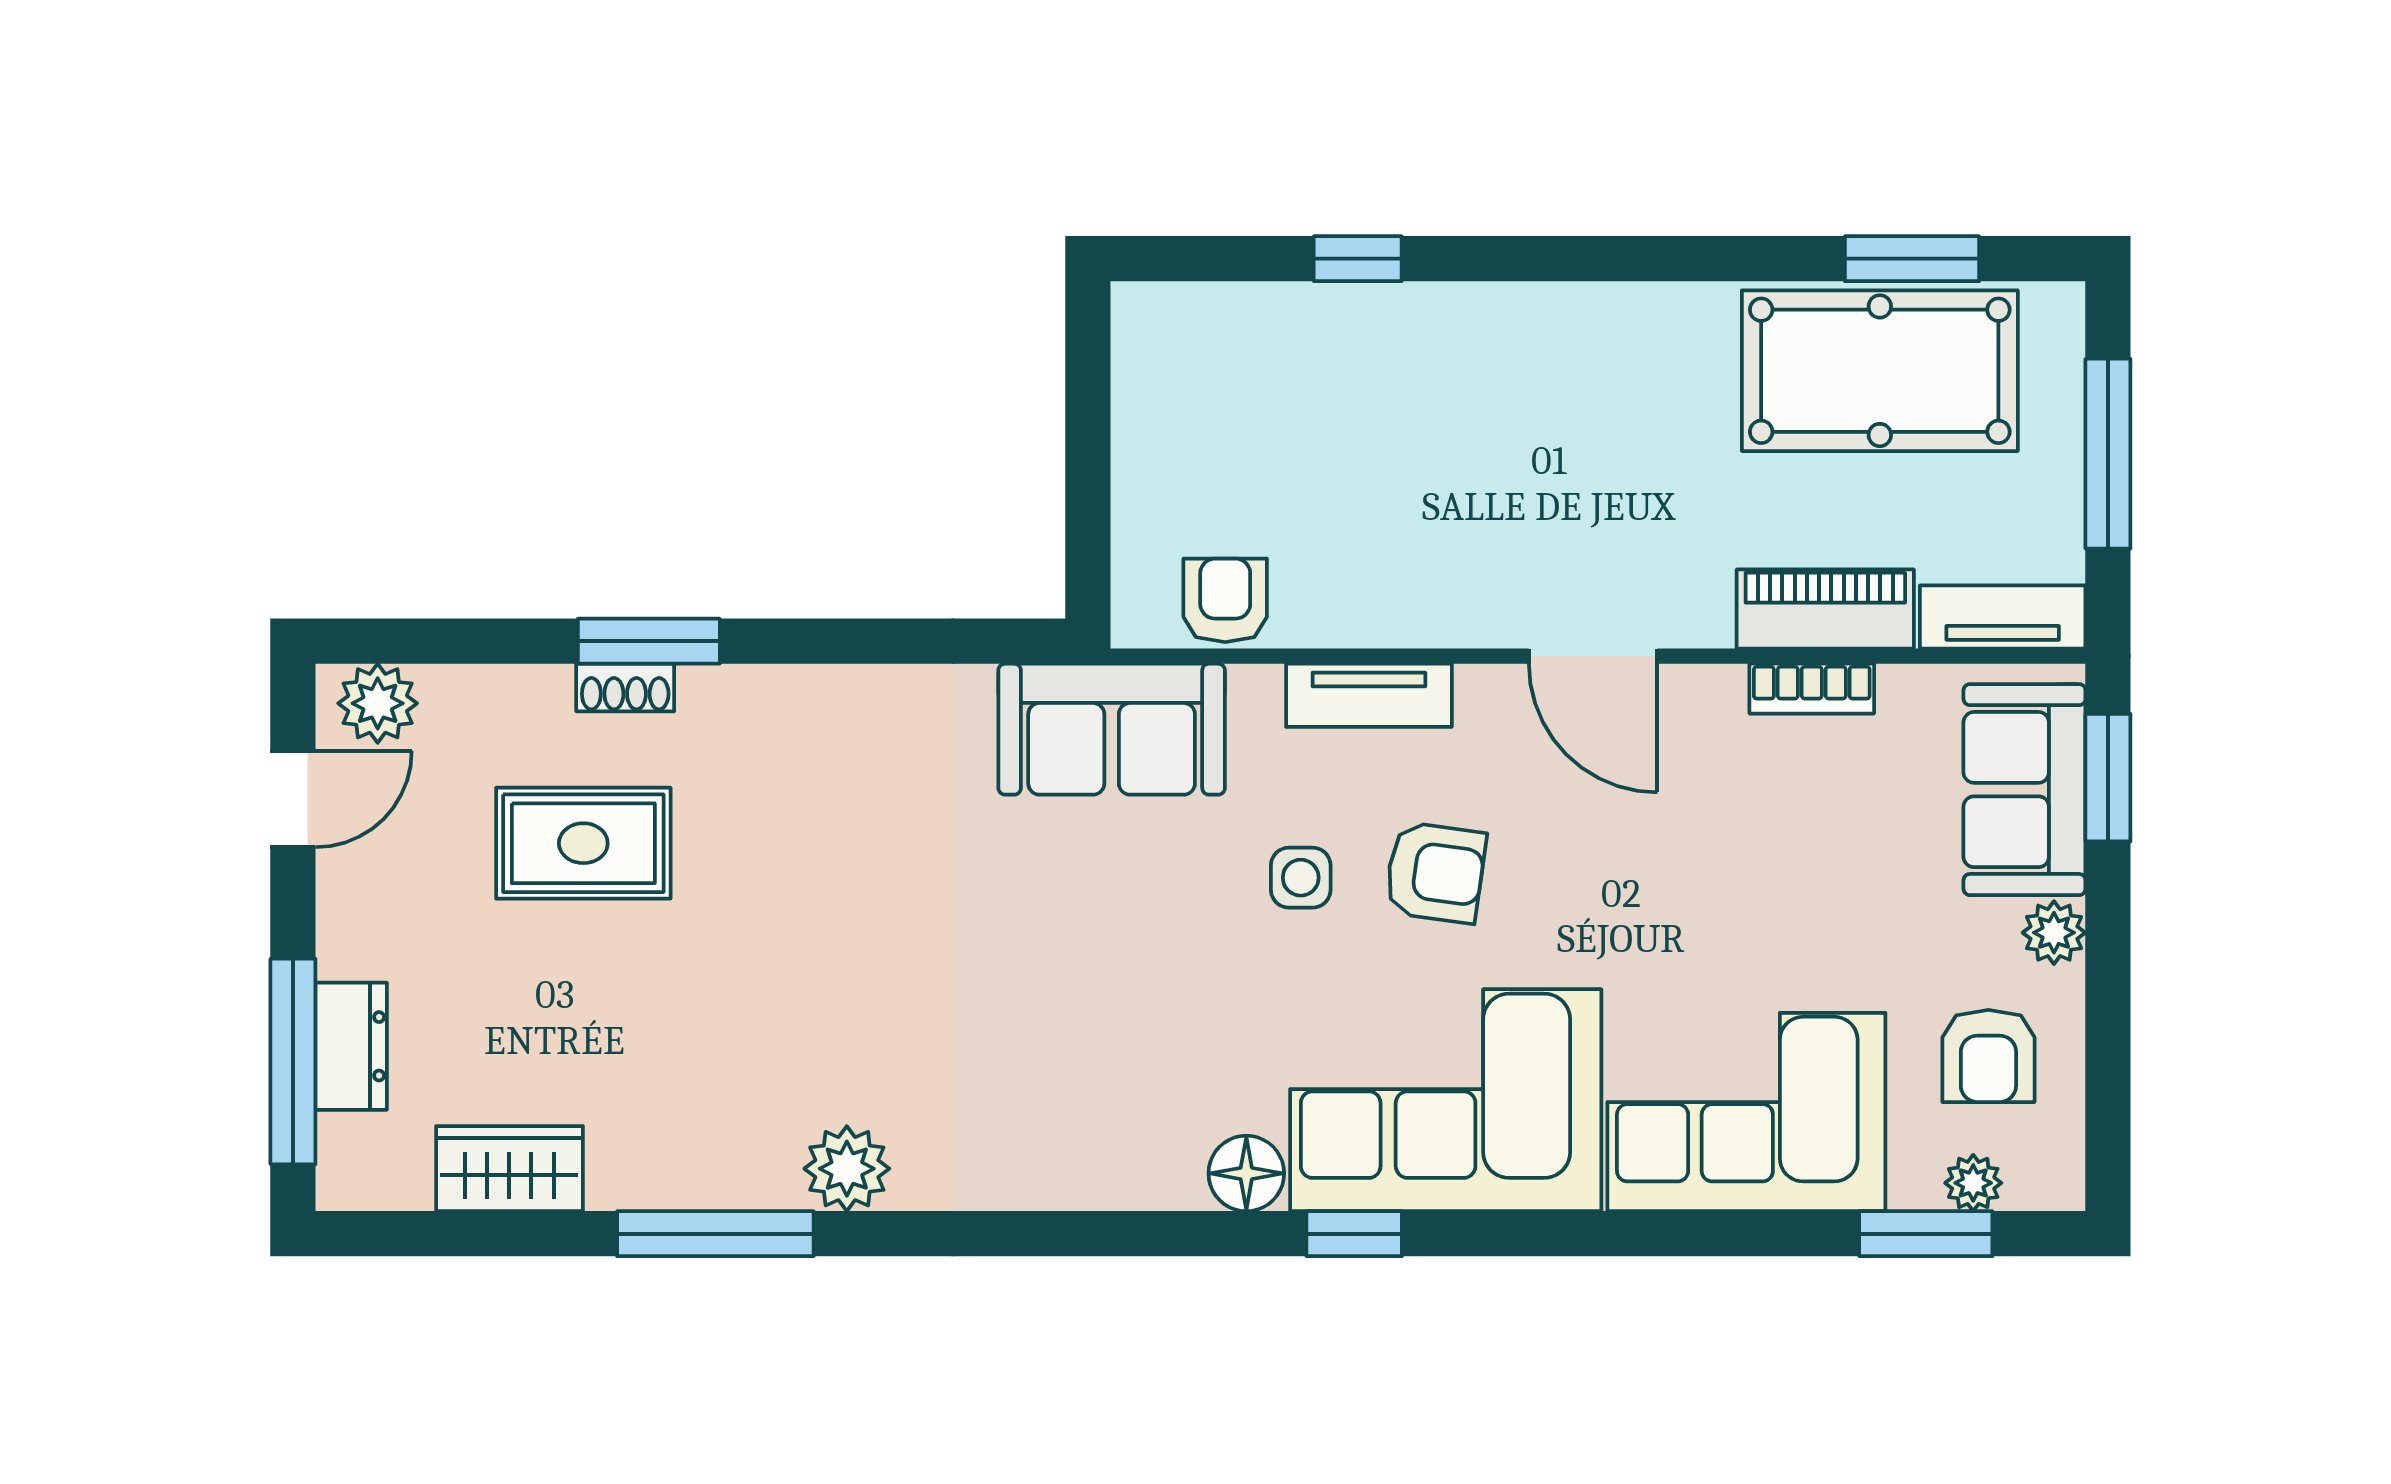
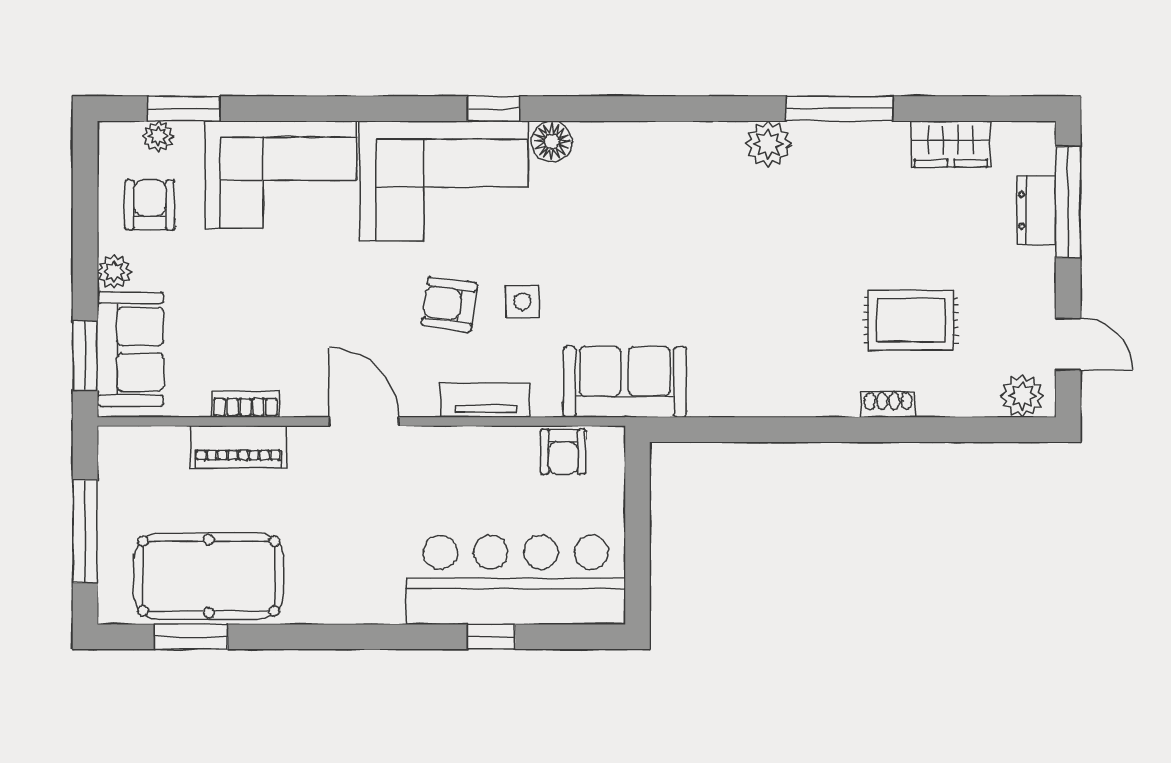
bar counter: (1313, 364) -> (516, 580), added
tv unit: (2003, 617) -> (142, 443), removed
window: (649, 641) -> (875, 430), removed
door: (293, 799) -> (1068, 344), swing flipped

